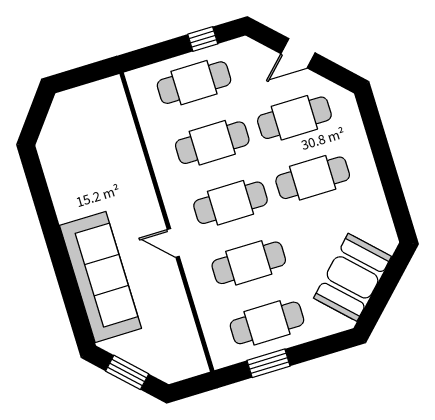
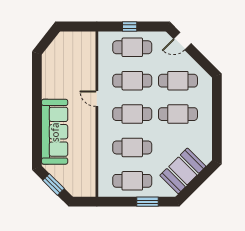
window: (203, 39) -> (130, 26), moved
door: (298, 53) -> (182, 41), moved
door: (173, 243) -> (97, 99), moved
window: (269, 363) -> (147, 202), moved

